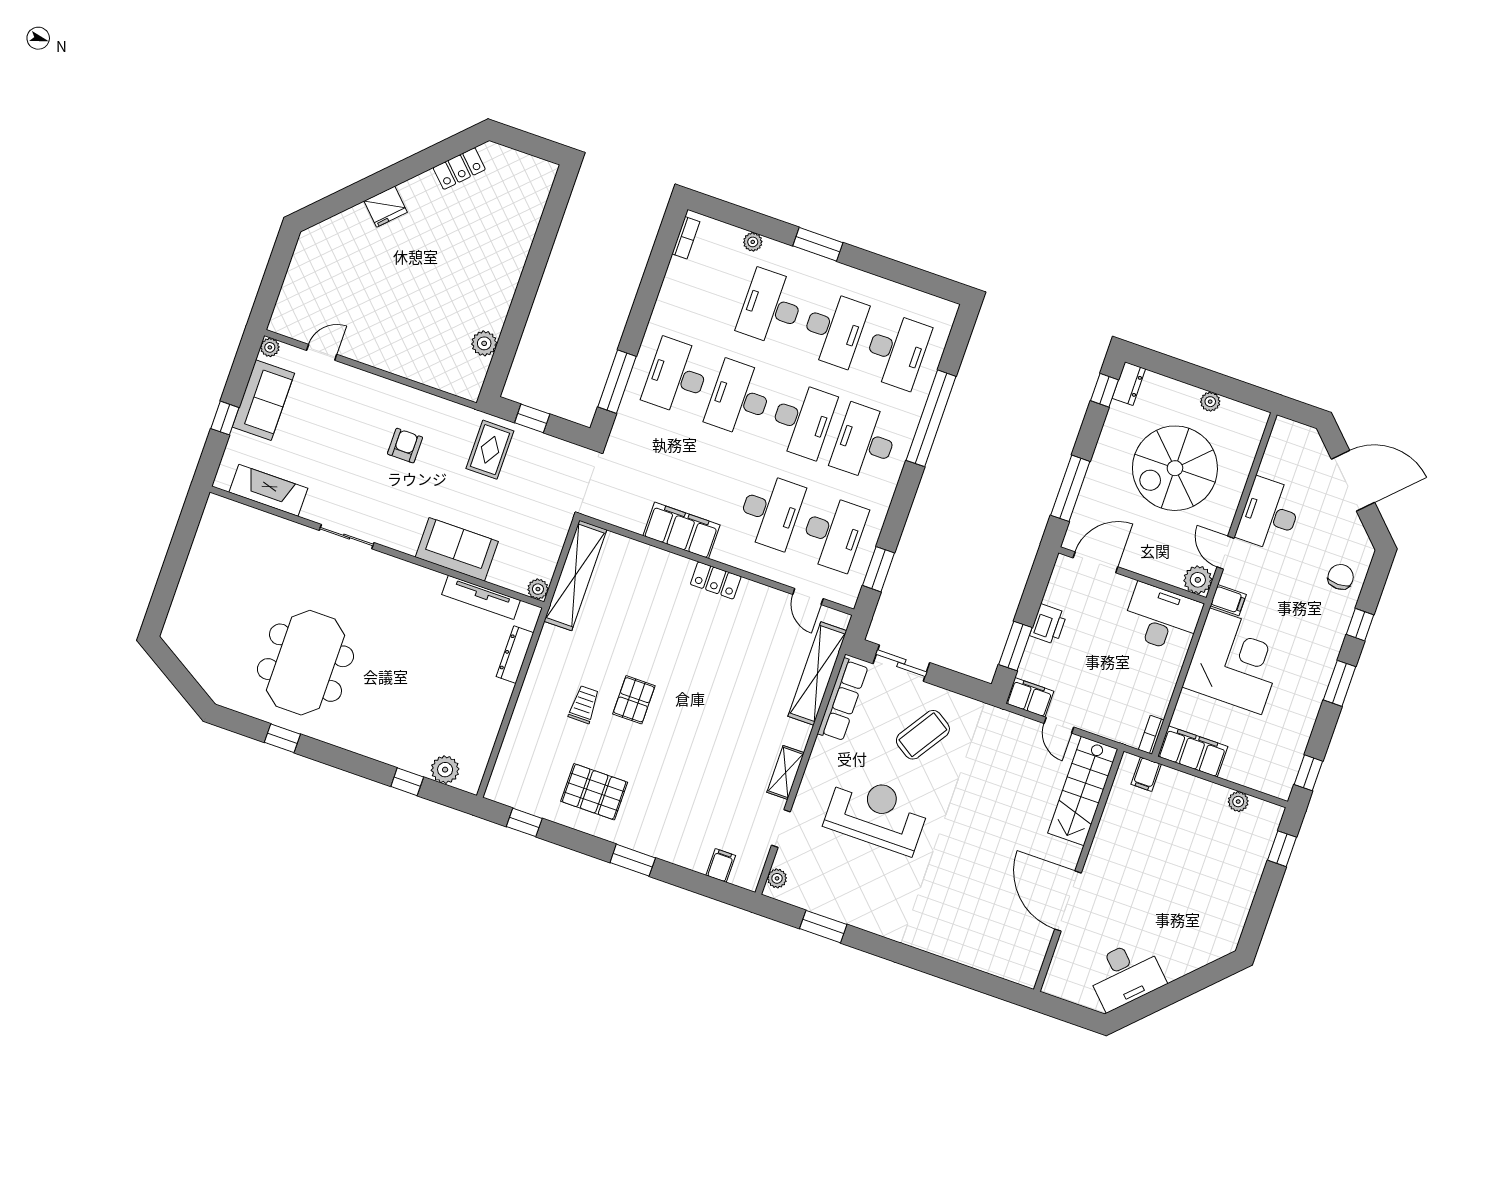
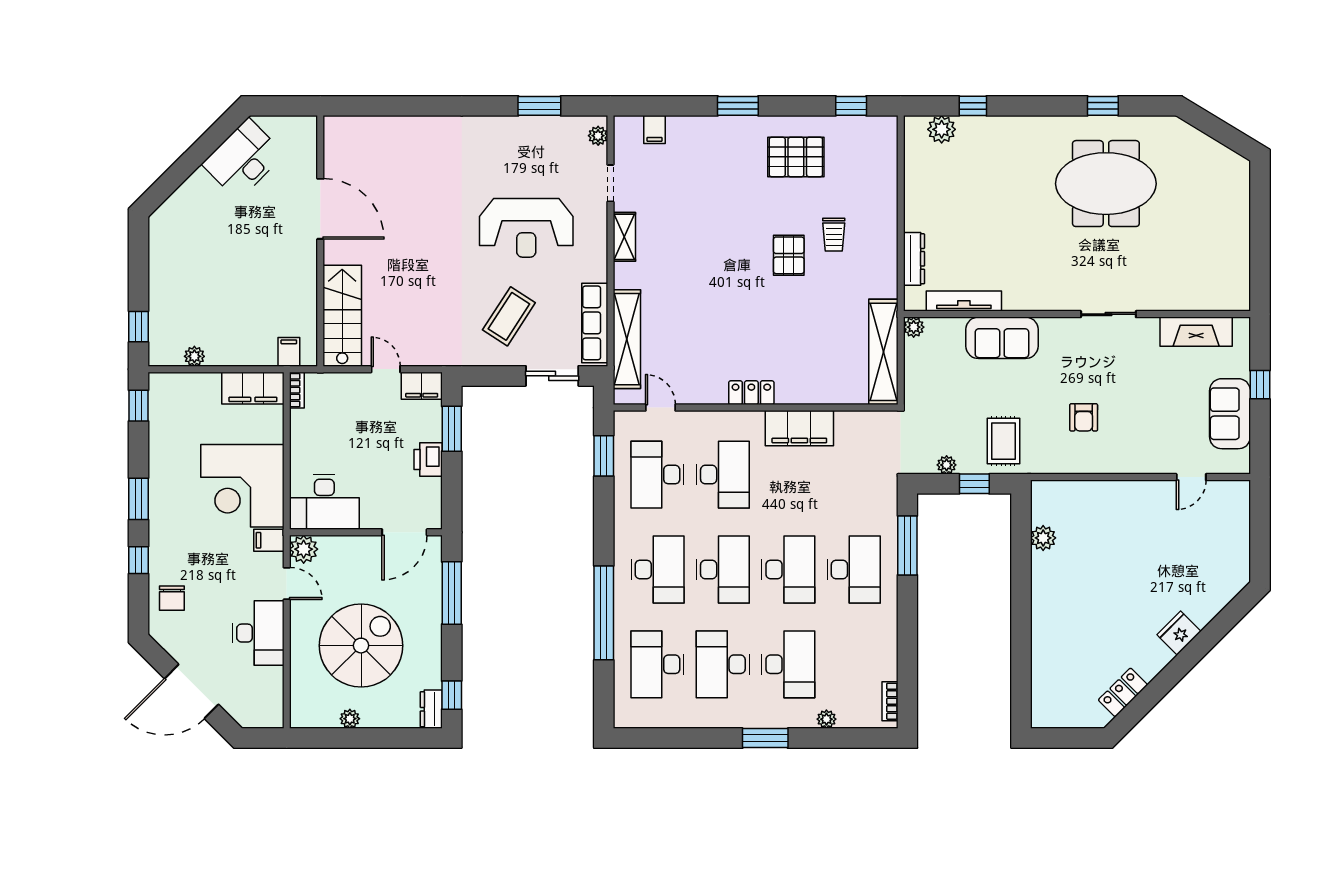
plant: (270, 347) -> (947, 465), moved
desk: (802, 420) -> (723, 569), turned 180
desk: (770, 511) -> (723, 475), turned 180
meeting table: (305, 663) -> (1106, 184), turned 90

